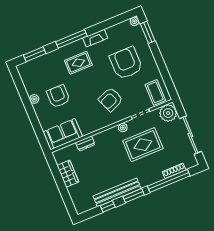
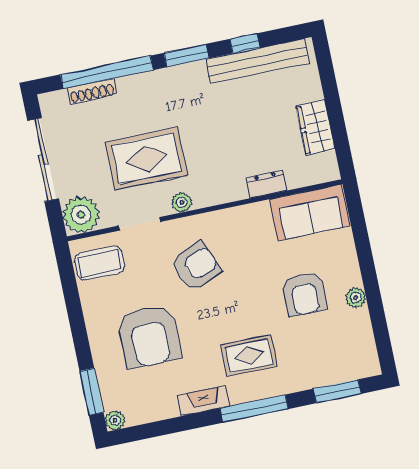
coffee table: (155, 92) -> (100, 263), turned 90
bench: (117, 192) -> (257, 61), moved

